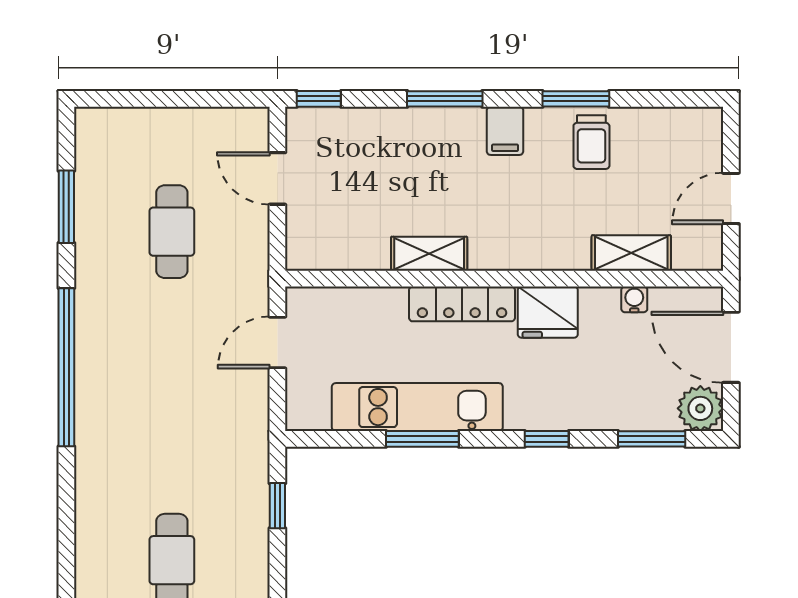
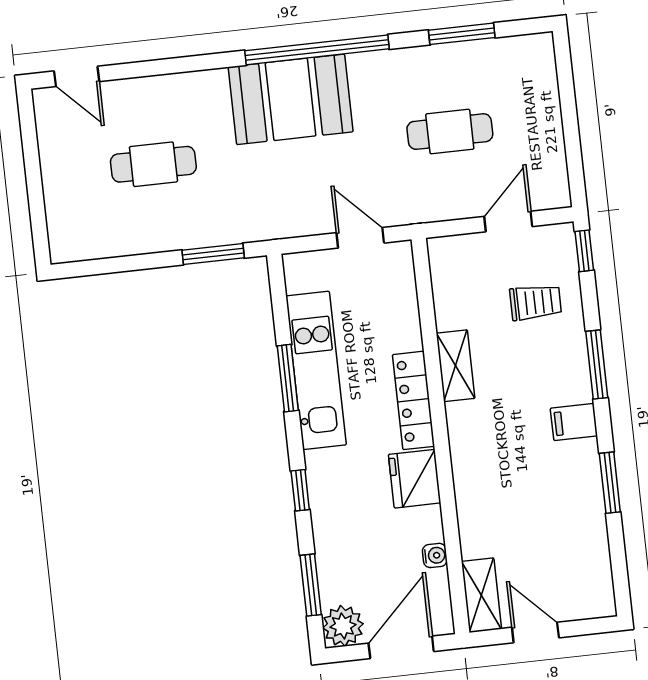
trolley: (591, 142) -> (536, 302), moved, turned 180
shelving: (631, 253) -> (481, 595), moved
booth: (117, 402) -> (291, 99), added
window: (277, 506) -> (213, 254), width x1.50

